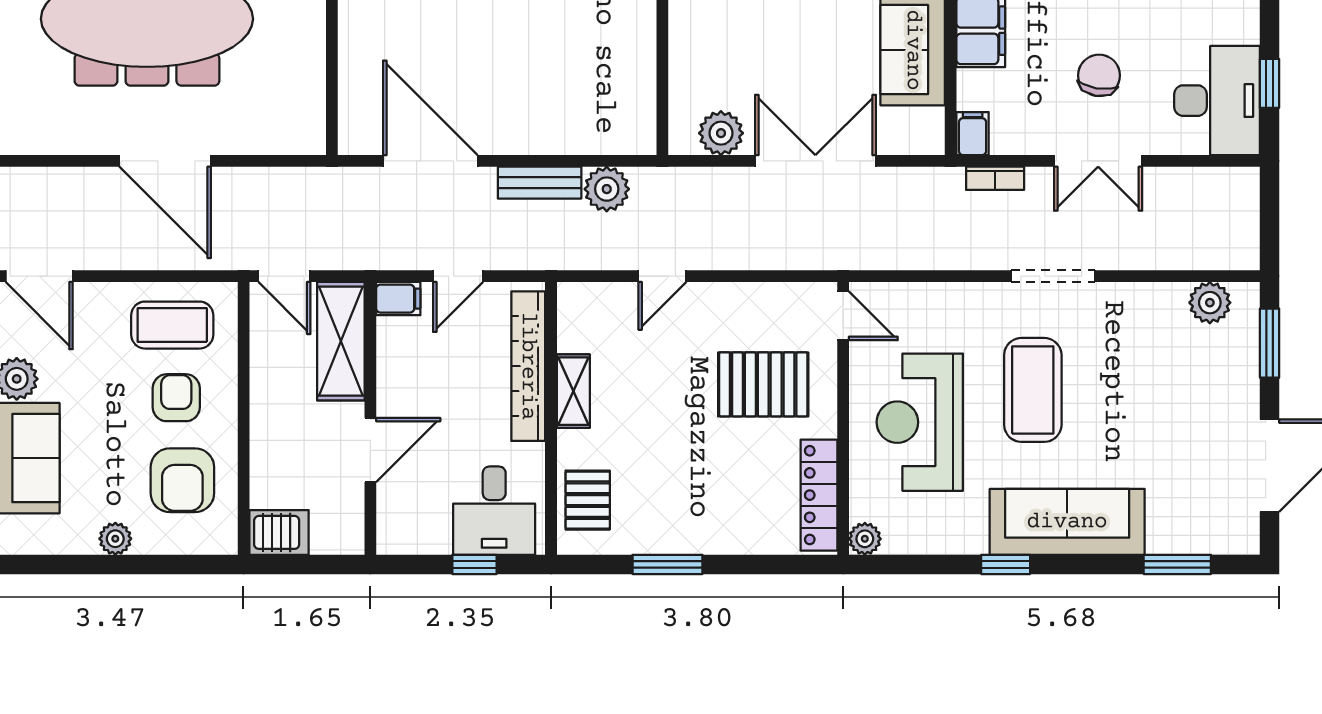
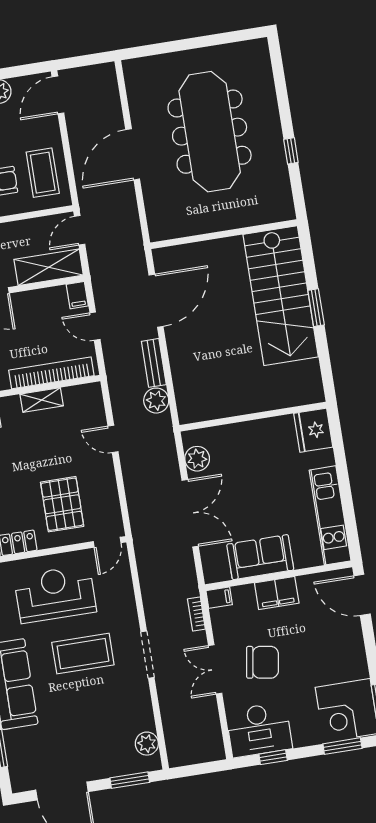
chair: (1099, 75) -> (262, 662), width x1.37, depth x1.37

